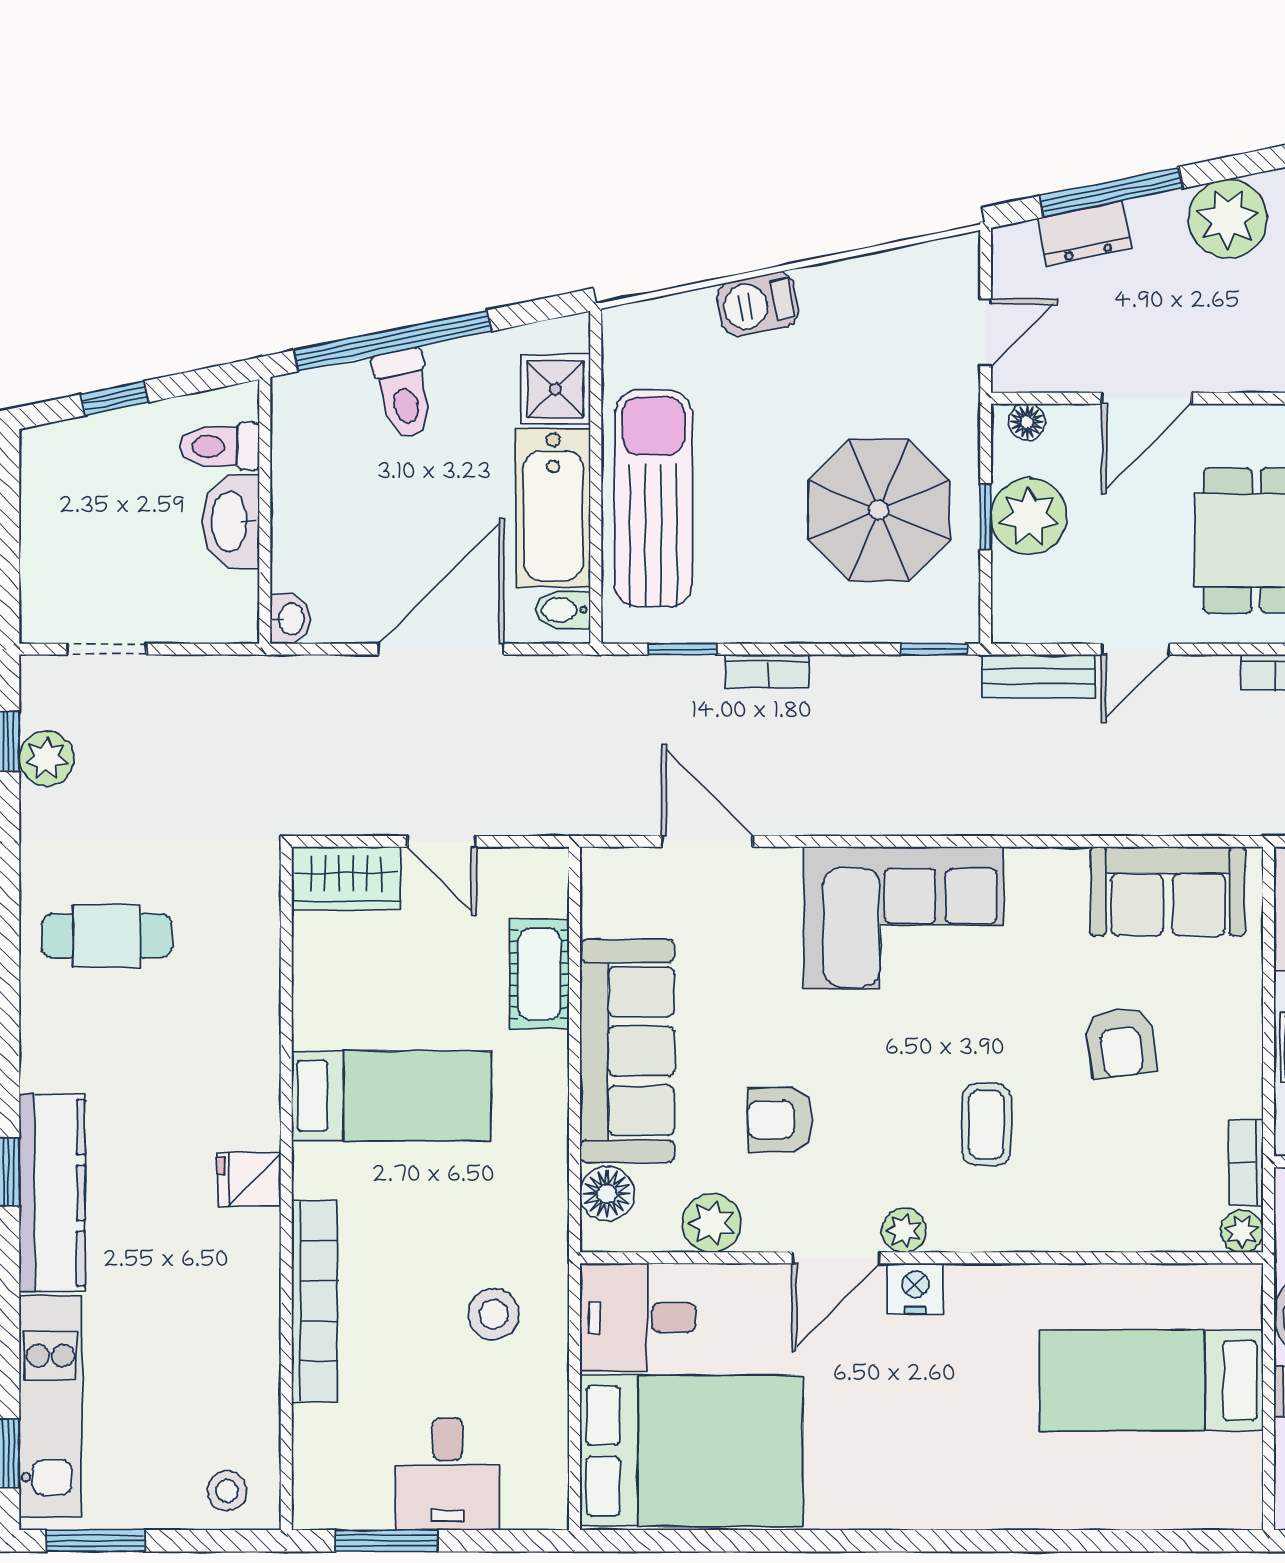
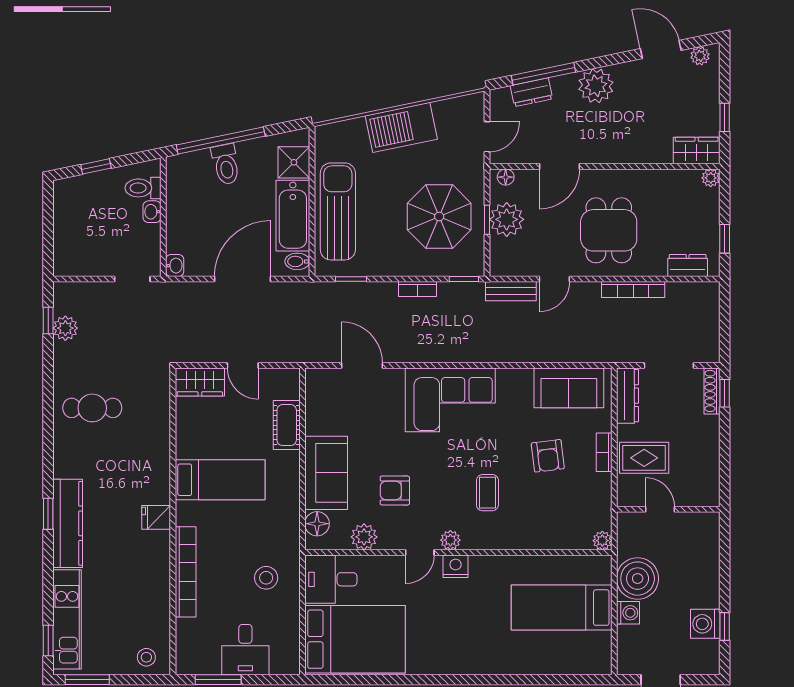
barbecue: (758, 304) -> (401, 127), width x1.88, depth x1.53
washbasin: (231, 521) -> (152, 212), width x0.52, depth x0.69
doorway: (107, 649) -> (132, 279), moved
bookcase: (767, 671) -> (418, 289), moved
sofa: (627, 1051) -> (326, 473), width x0.73
bookcase: (1246, 1163) -> (604, 452), moved
door: (836, 1258) -> (420, 553), width x0.73

